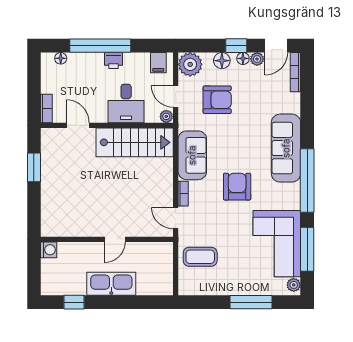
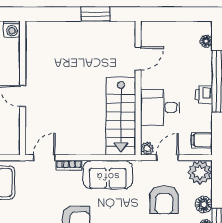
bookcase: (46, 109) -> (155, 27), removed

